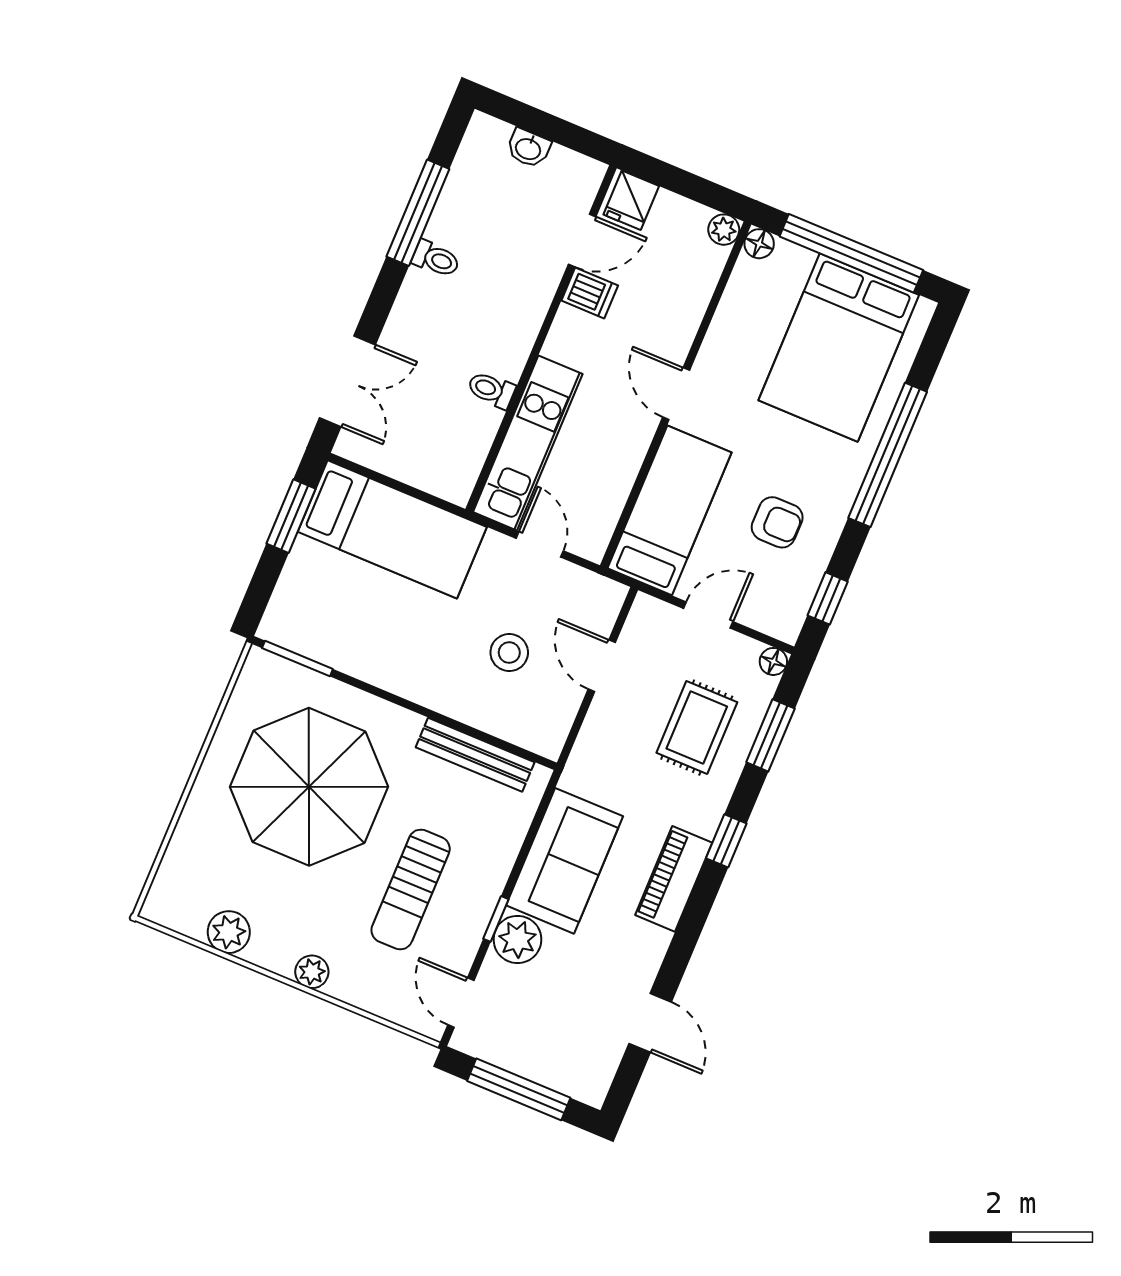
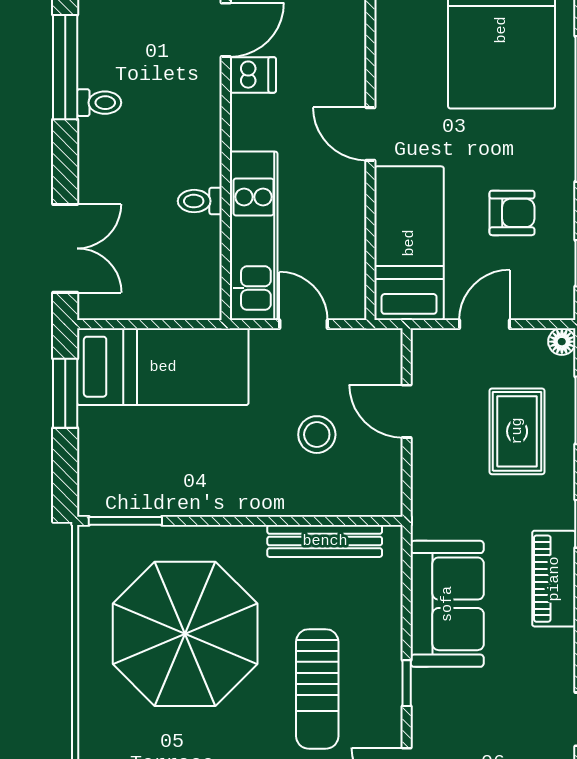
plant: (517, 939) -> (434, 694), removed

